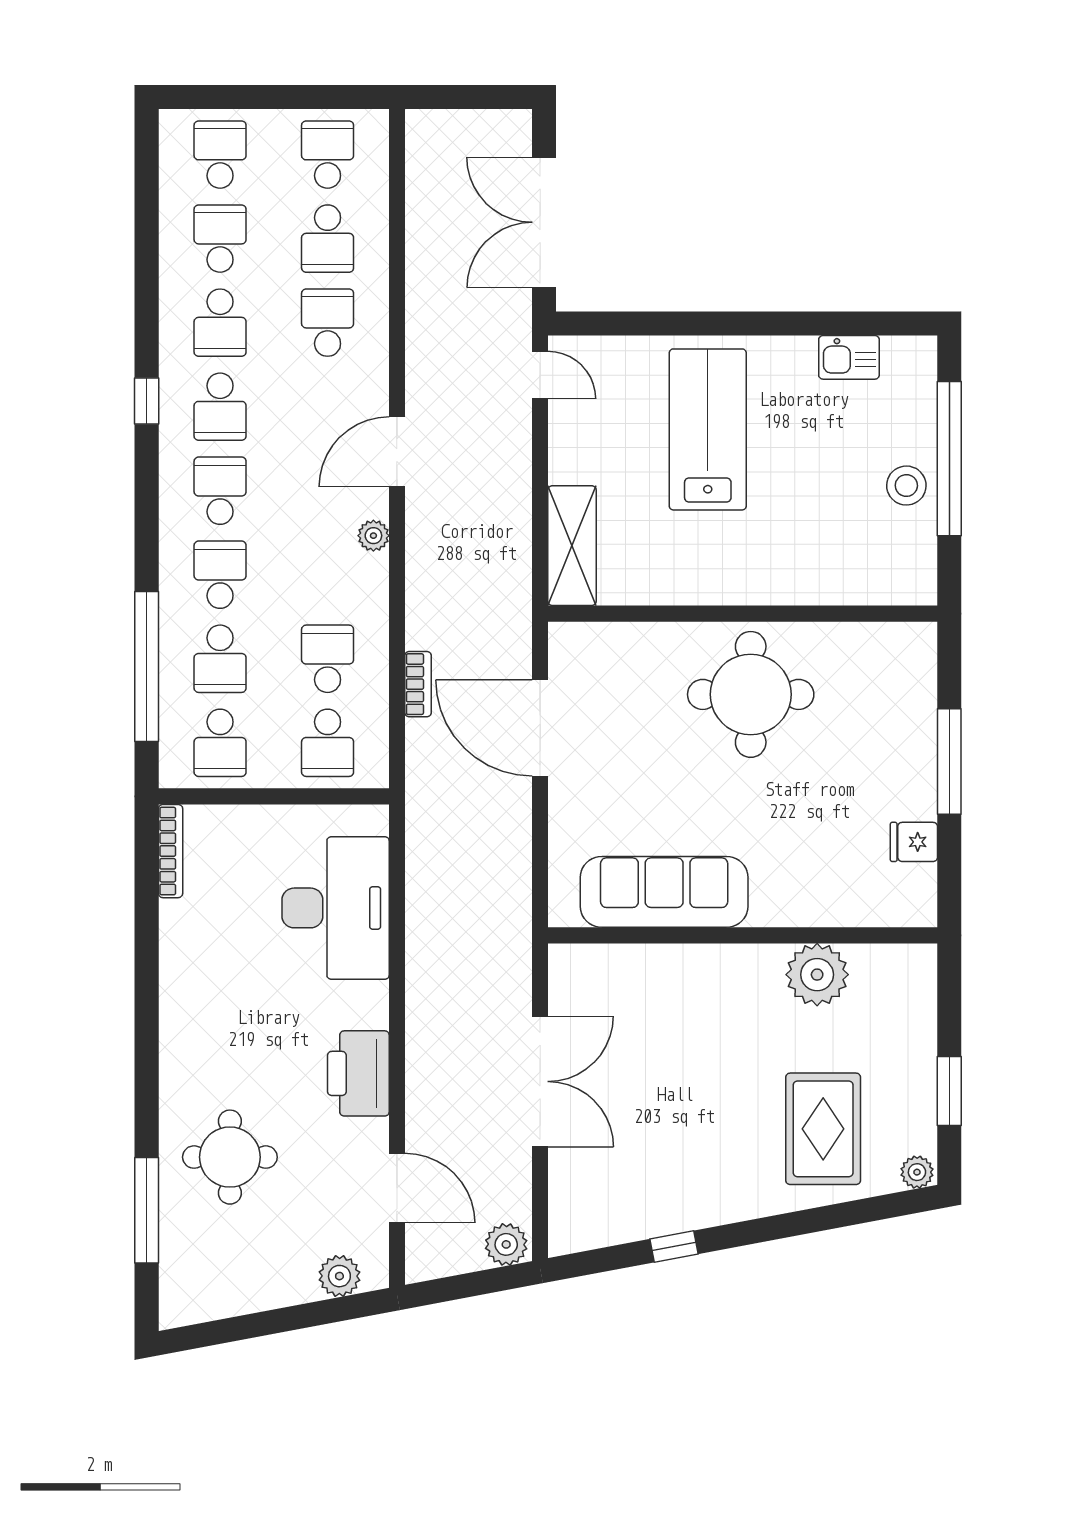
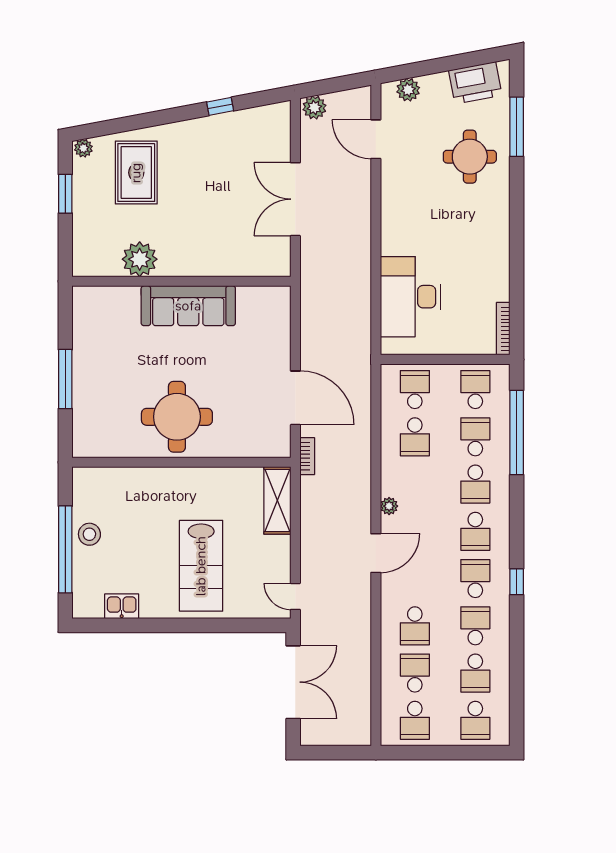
bookcase: (418, 684) -> (307, 456), moved, turned 180
fridge: (914, 842) -> (85, 334), removed
sofa: (664, 892) -> (188, 306), moved
printer: (358, 1073) -> (475, 83), moved, turned 79

